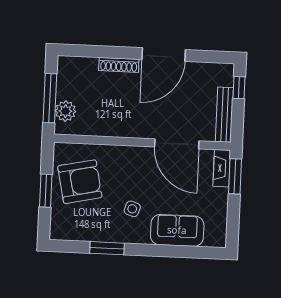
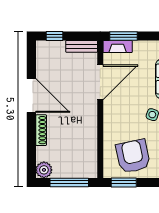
plant: (65, 111) -> (44, 170), moved
bench: (224, 115) -> (82, 46), width x0.73
window: (46, 191) -> (124, 182), moved

